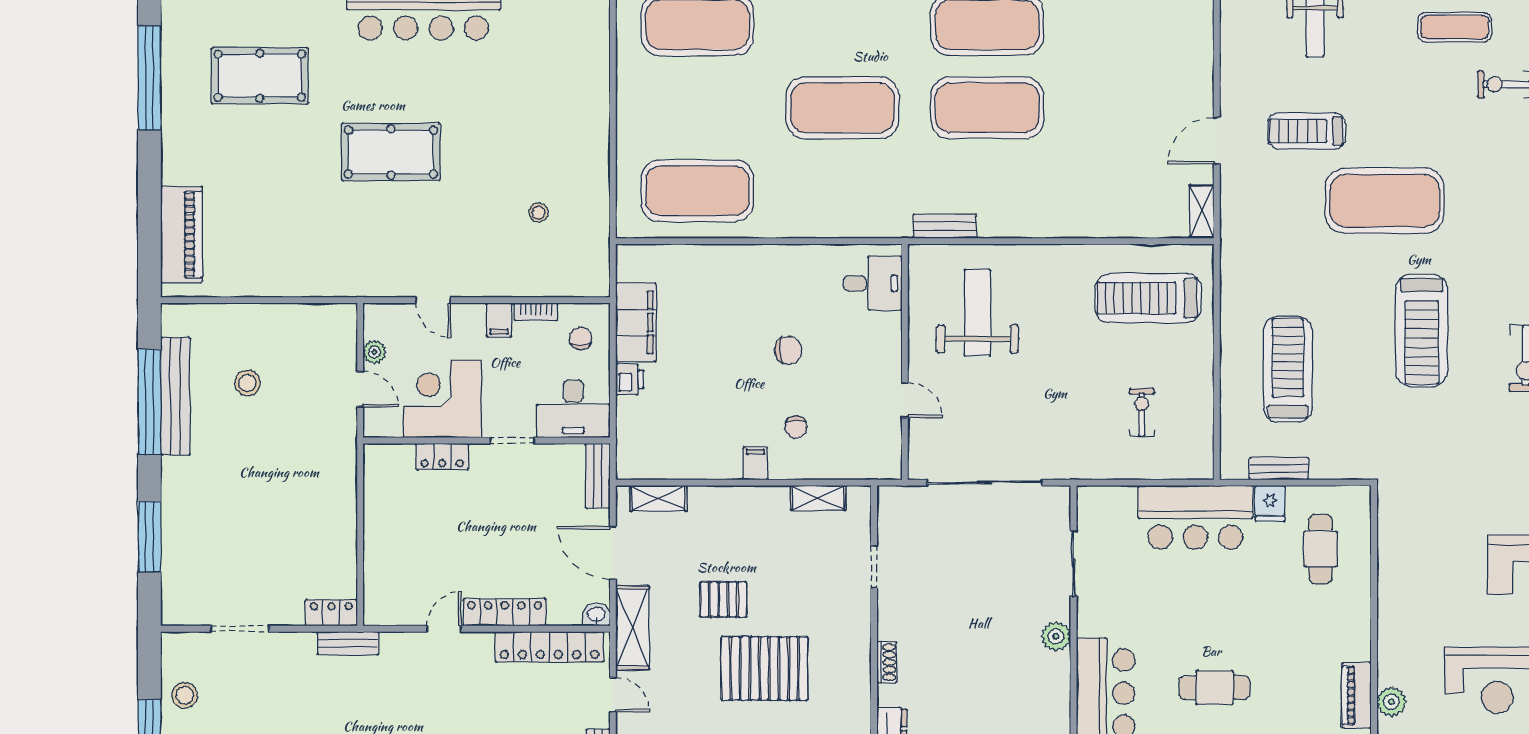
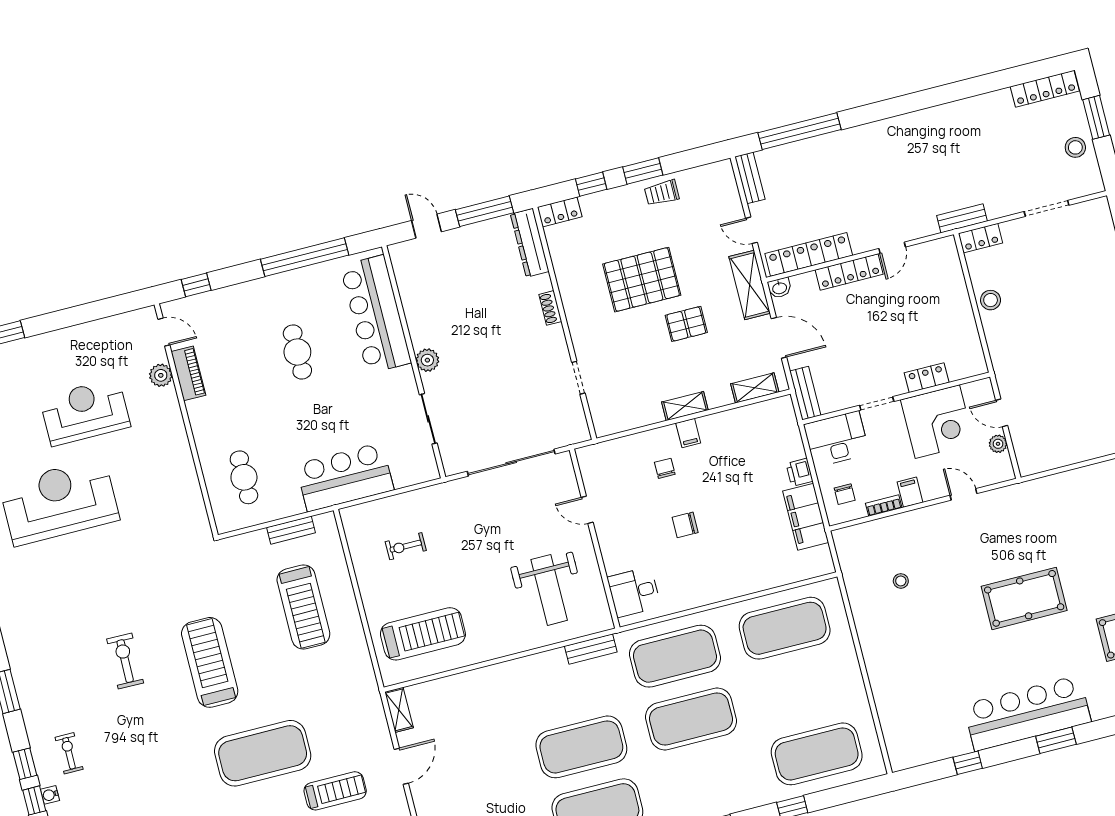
exercise mat: (842, 191) -> (675, 656), added
stool: (247, 383) -> (991, 300), moved
exercise bike: (1142, 412) -> (406, 546), turned 90
shelving: (818, 498) -> (685, 406), moved
fridge: (1270, 503) -> (291, 502), removed
cafe table: (1215, 688) -> (297, 352), turned 90

